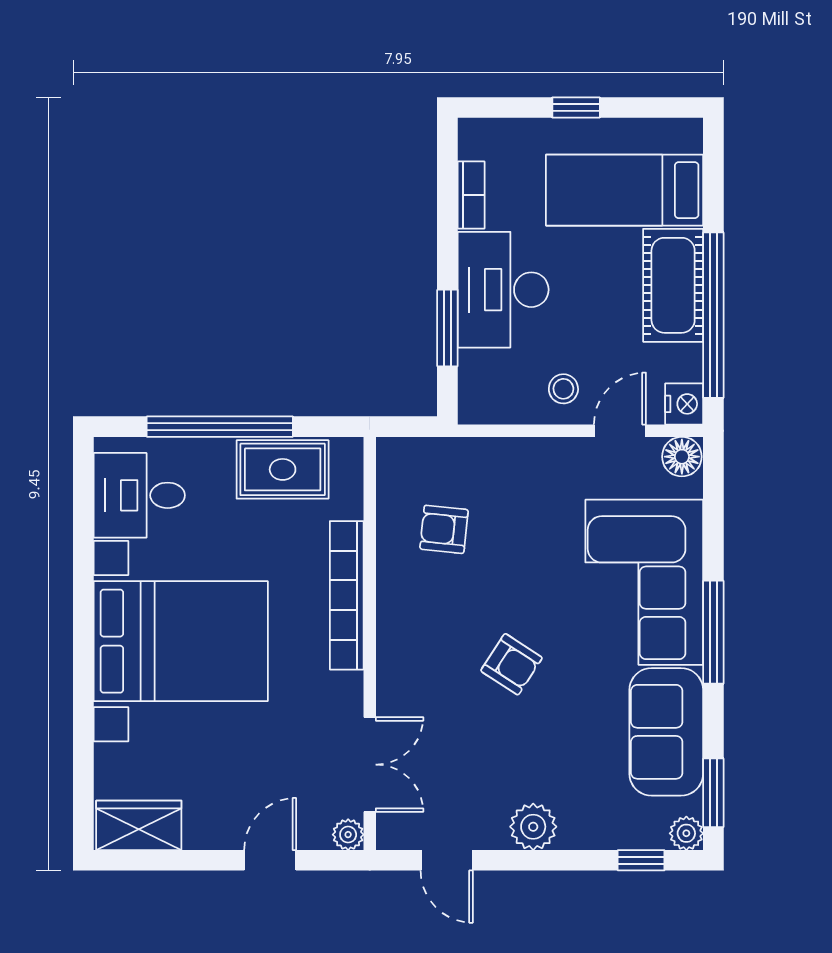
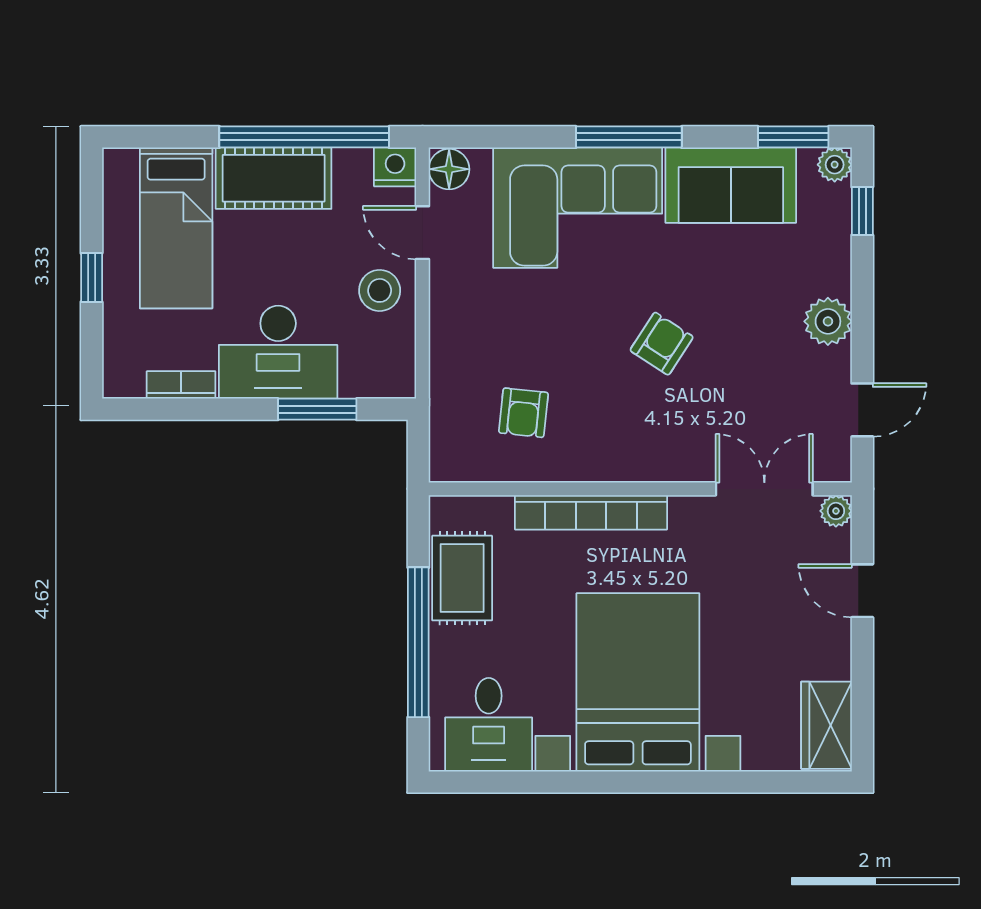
stool: (563, 389) -> (380, 290), width x1.37, depth x1.37

